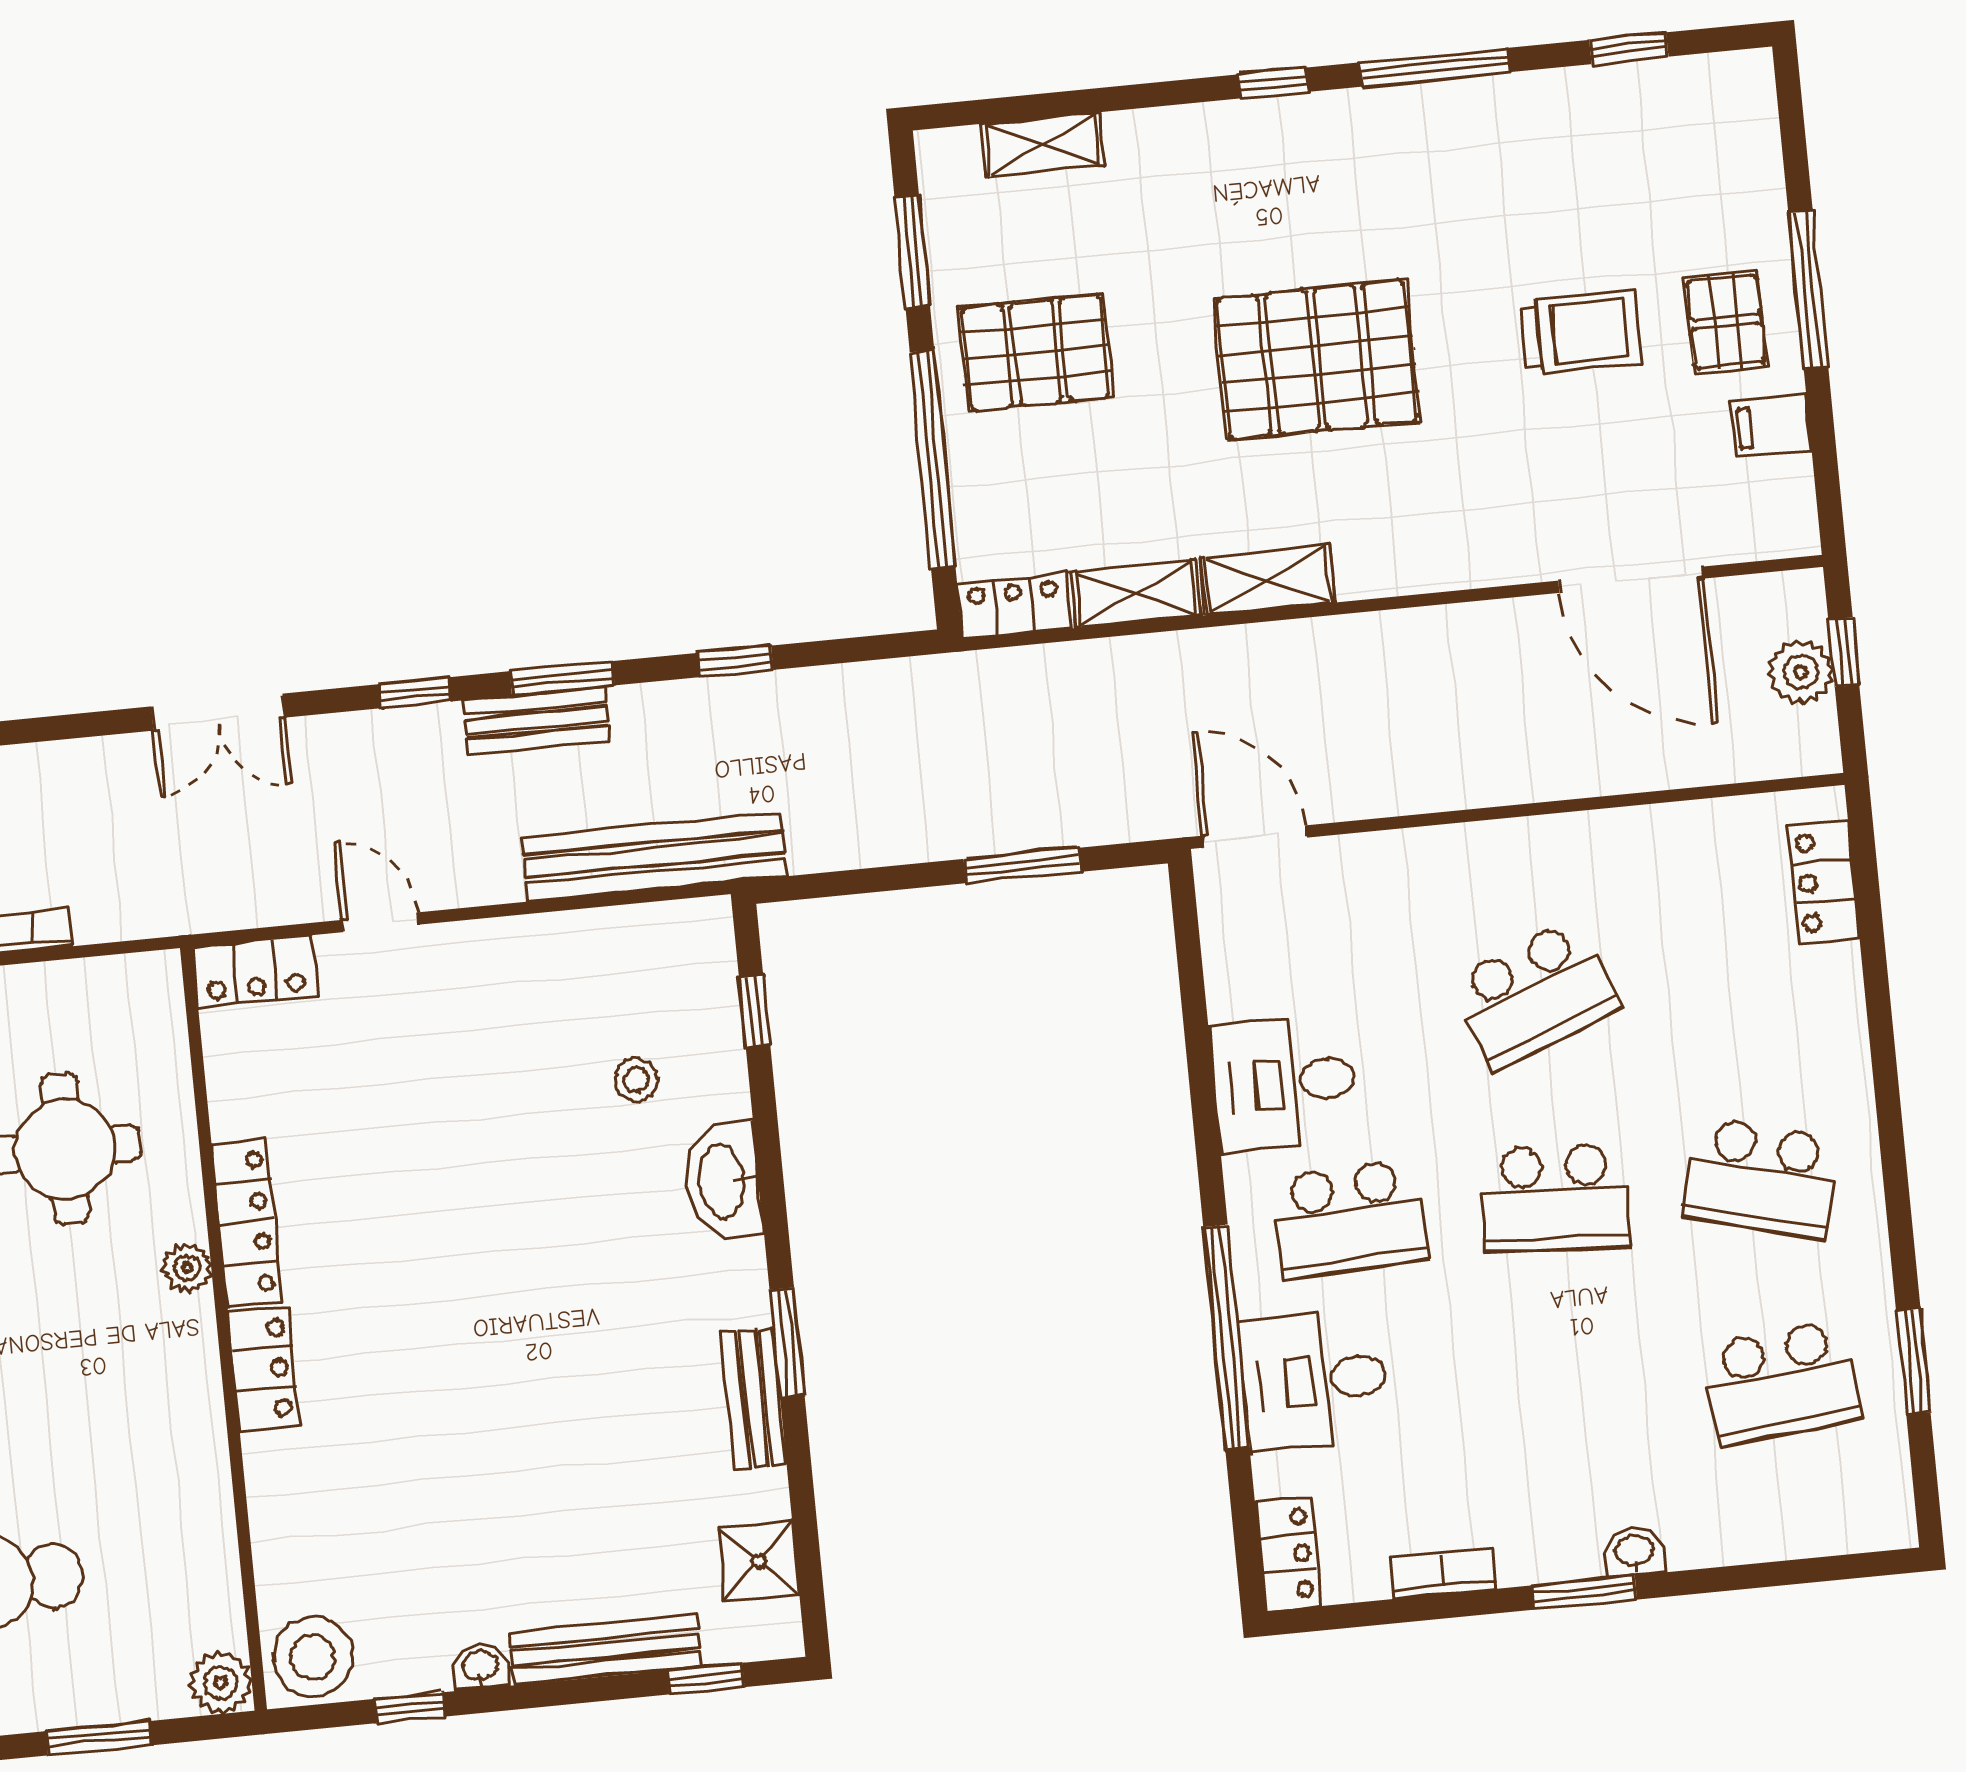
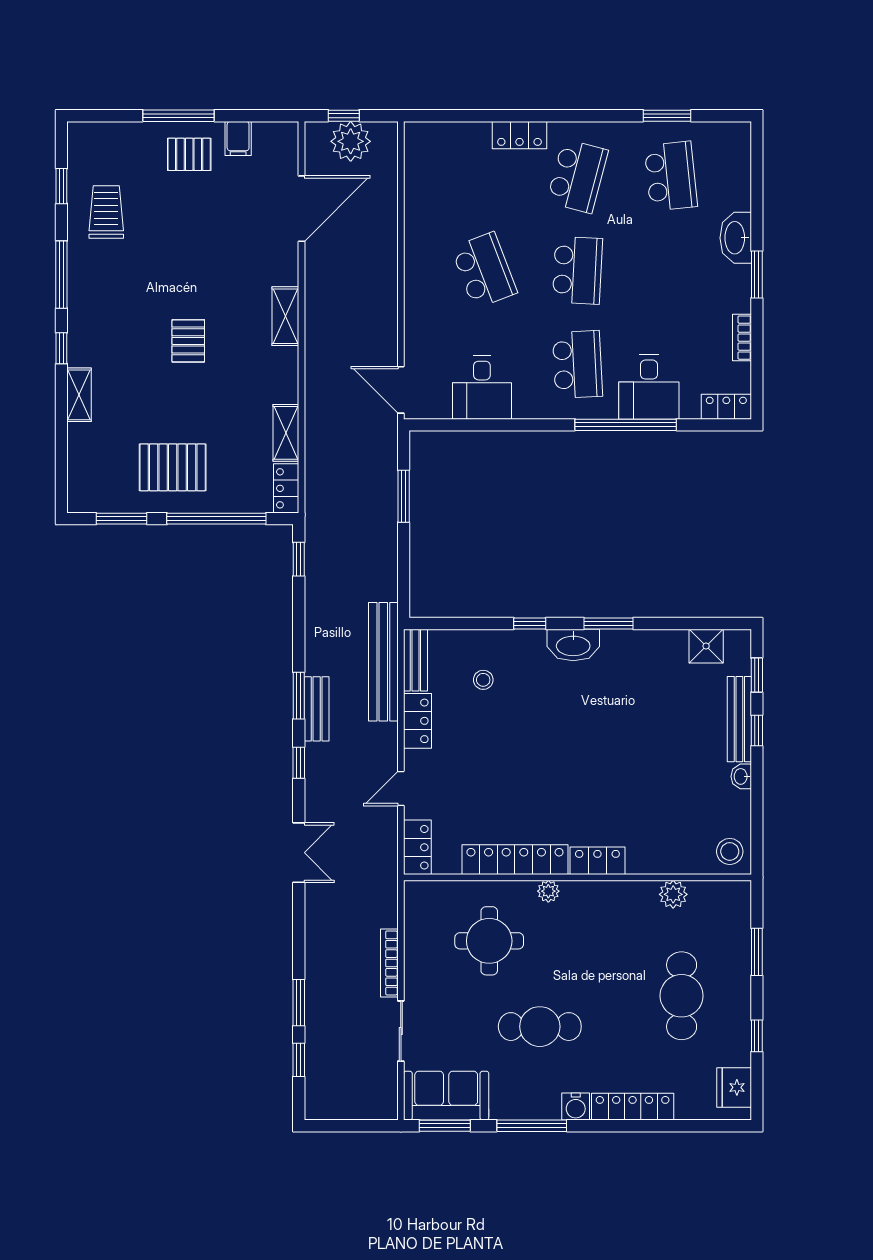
shelving: (1043, 145) -> (79, 395), moved
trolley: (1581, 332) -> (106, 212), moved
pallet: (1036, 353) -> (173, 467), turned 90
pallet: (1317, 360) -> (188, 341), width x0.49, depth x0.50
shelving: (1268, 580) -> (285, 316), moved
window: (735, 661) -> (299, 559), moved
plant: (1801, 672) -> (351, 141), width x1.36, depth x1.36
door: (1255, 837) -> (401, 390), hinge flipped
locker: (1824, 882) -> (519, 135), moved
locker: (532, 944) -> (417, 721), added
window: (755, 1011) -> (530, 624), moved
desk: (1284, 1083) -> (482, 388), moved
washbasin: (724, 1181) -> (573, 645), moved
locker: (247, 1222) -> (515, 860), width x1.41, depth x1.21
bench: (754, 1399) -> (415, 660), moved, turned 90
washbasin: (1635, 1551) -> (736, 238), width x1.91, depth x1.45
stool: (313, 1657) -> (730, 851), width x0.73, depth x0.73
plant: (221, 1683) -> (673, 894), moved
window: (409, 1708) -> (757, 731), moved

